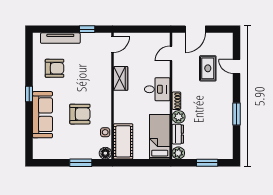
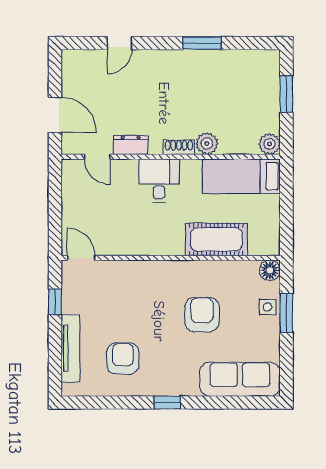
rug: (208, 68) -> (123, 93), removed
wardrobe: (121, 78) -> (140, 244), removed
sofa: (43, 115) -> (240, 379), moved
side table: (105, 132) -> (268, 307), moved
dresser: (178, 134) -> (131, 145), moved
cot: (123, 141) -> (216, 239), moved

